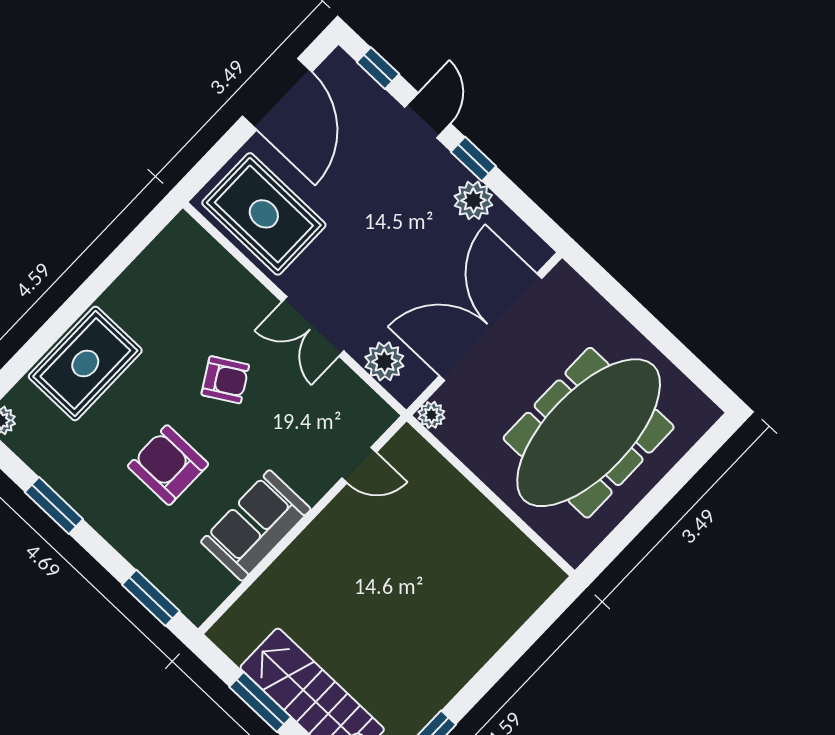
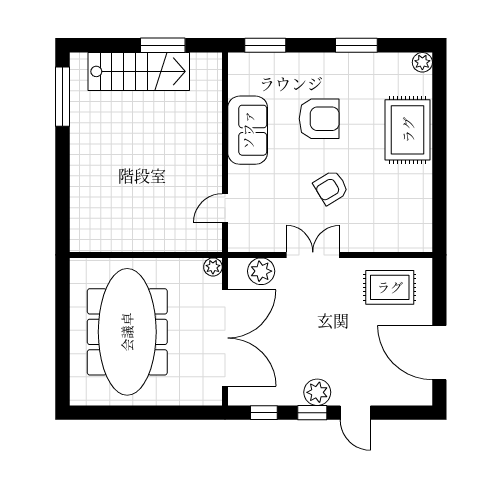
window: (378, 68) -> (264, 413), moved
plant: (473, 200) -> (317, 392), moved
rug: (264, 214) -> (390, 287), width x0.73, depth x0.70

